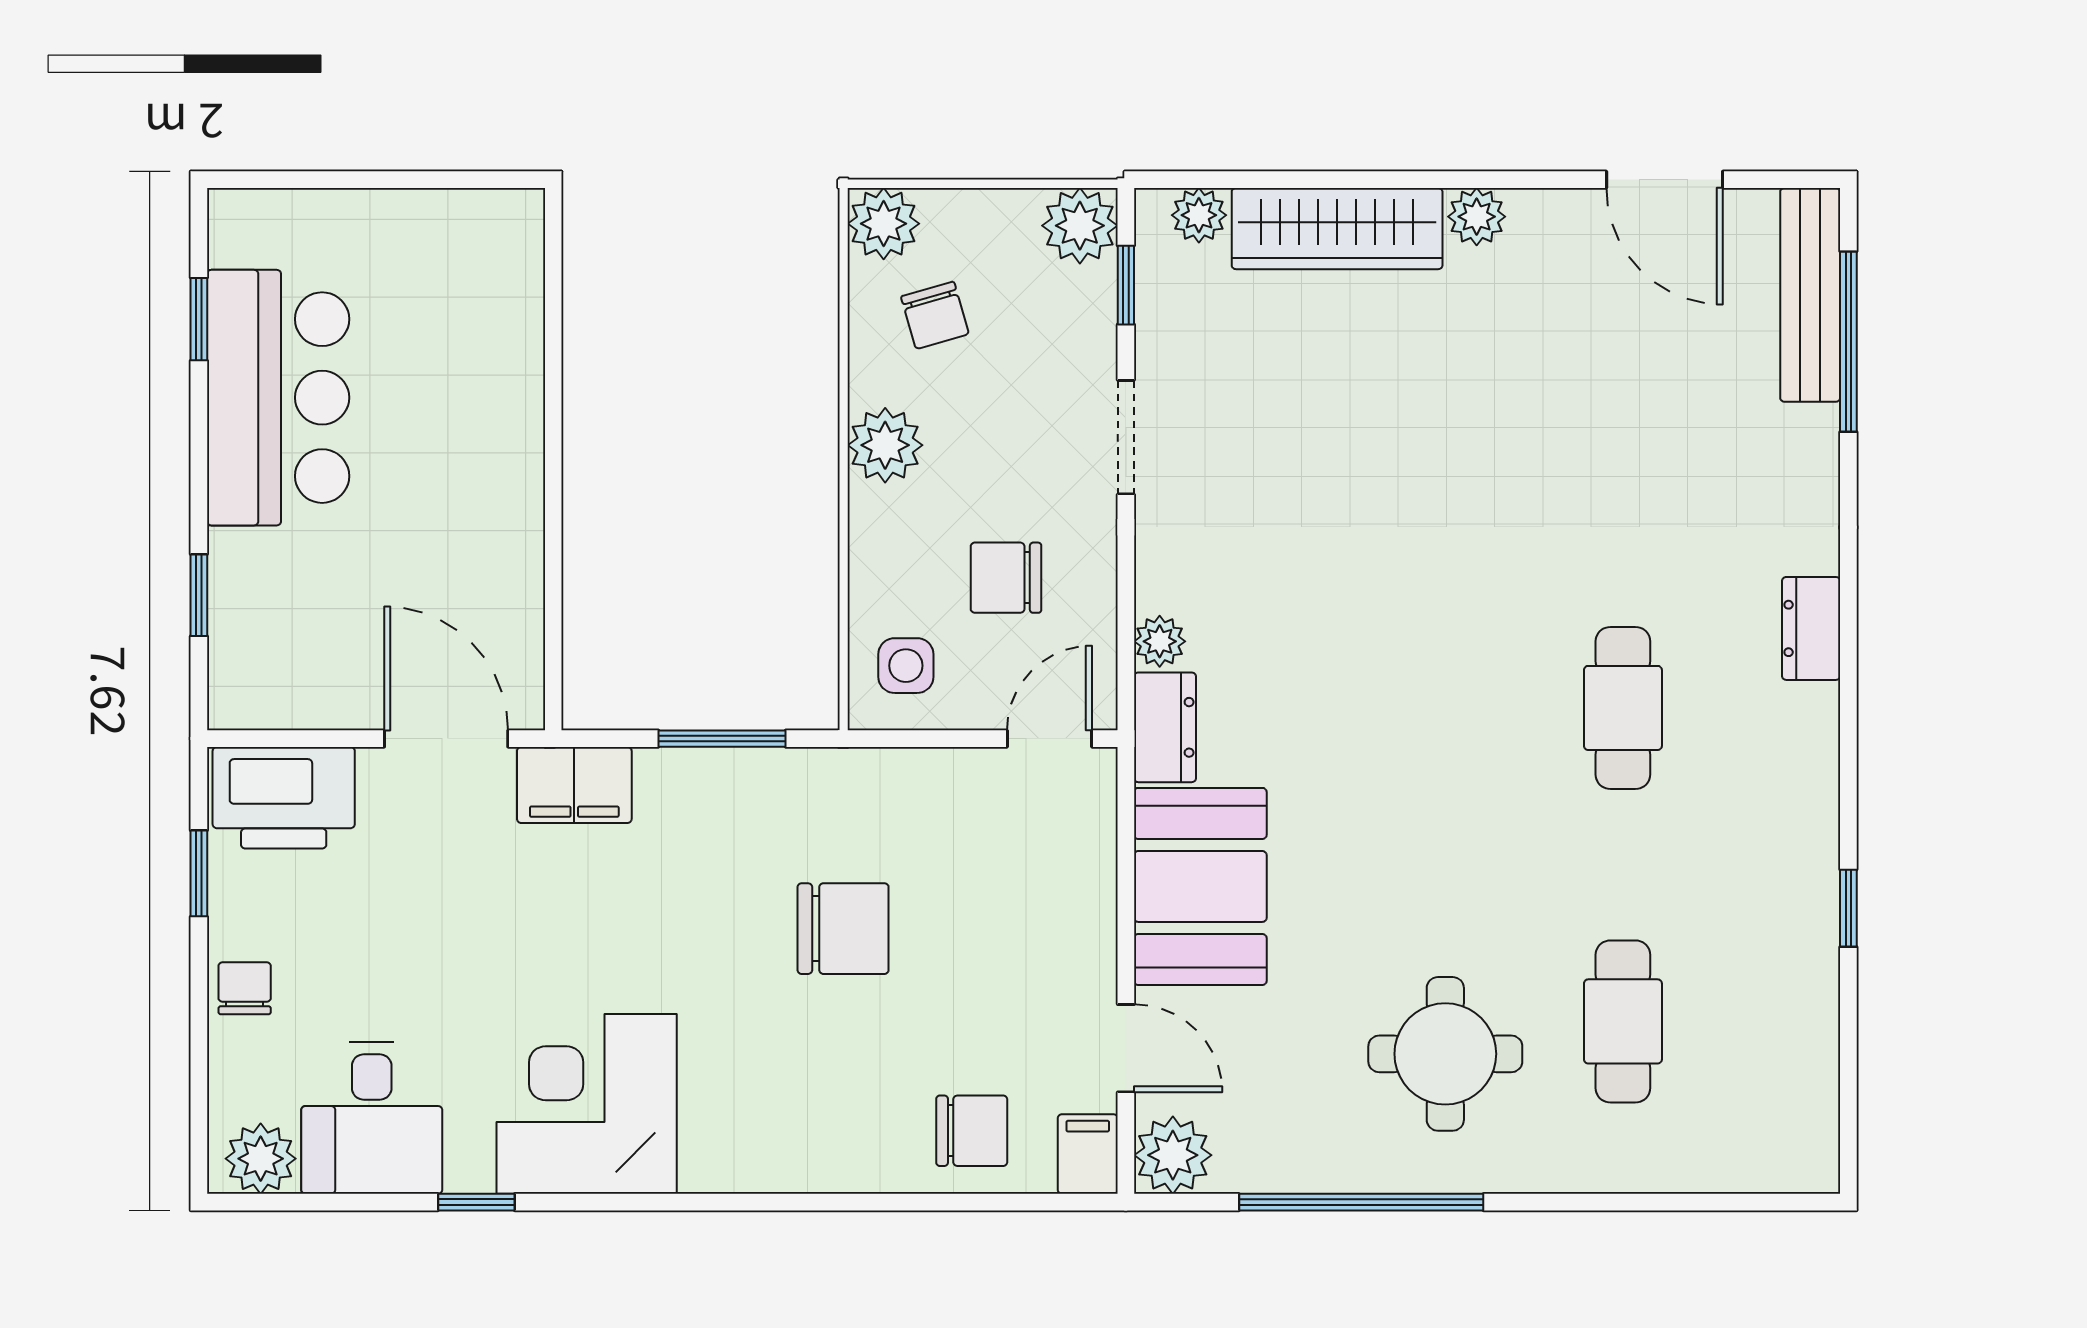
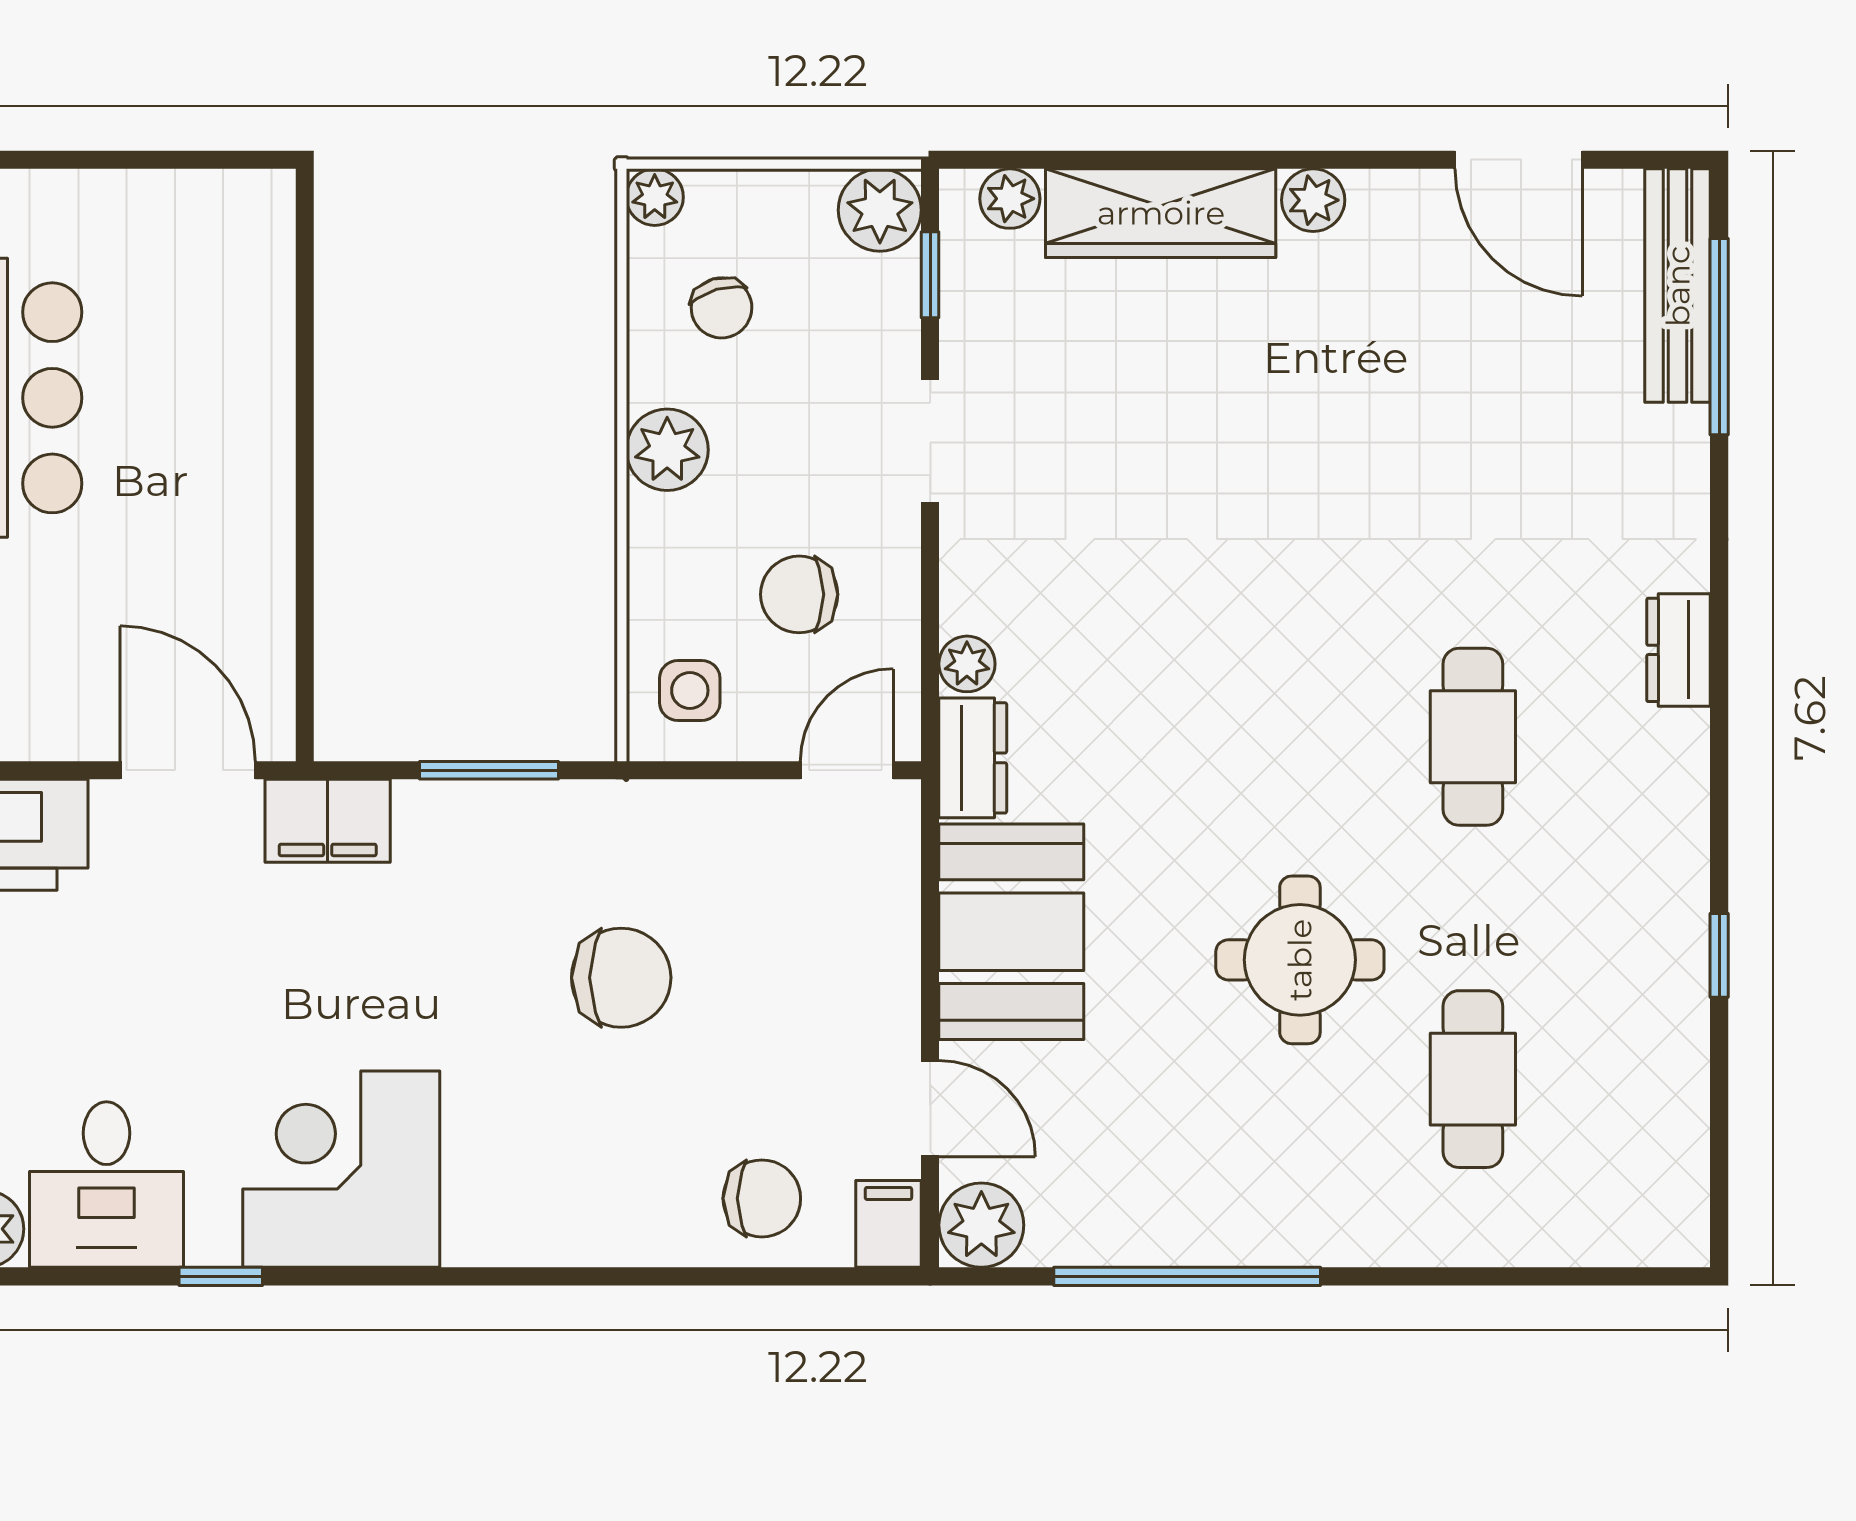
plant: (884, 224) -> (655, 197), width x0.73, depth x0.73
round table: (1445, 1054) -> (1300, 960), moved

